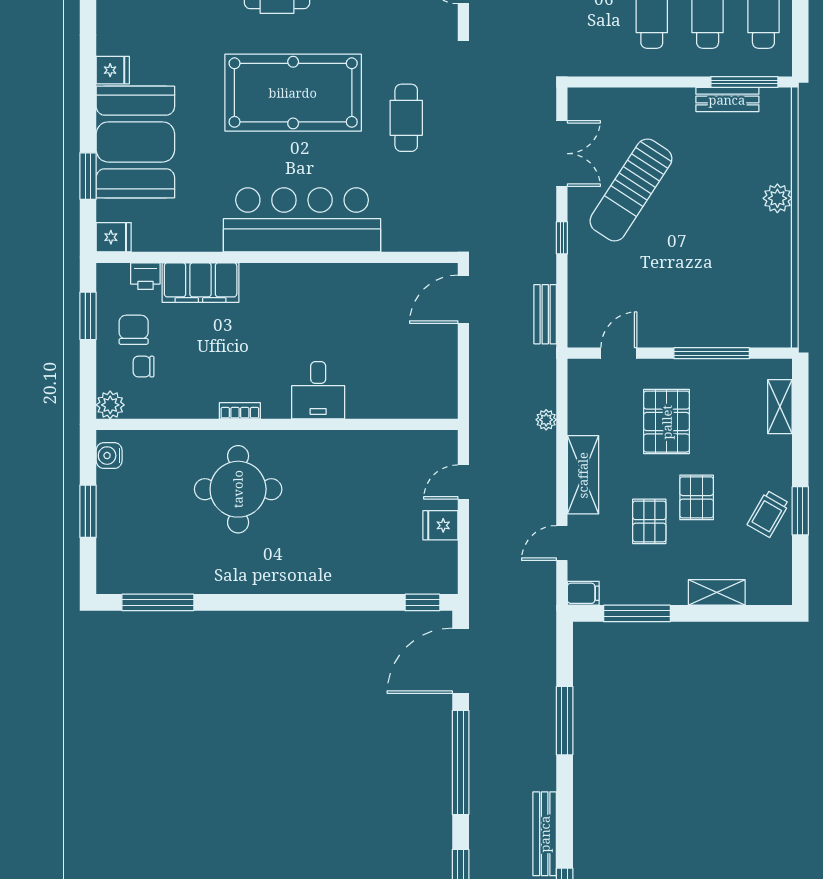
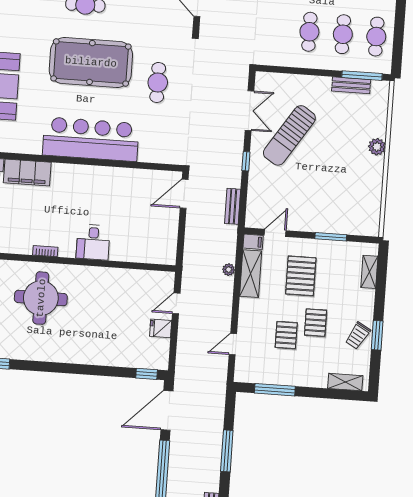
window: (712, 353) -> (331, 237), width x0.69
shelving: (583, 475) -> (251, 274), moved
shelving: (717, 592) -> (345, 382), moved
filing cabinet: (583, 593) -> (253, 242), moved

